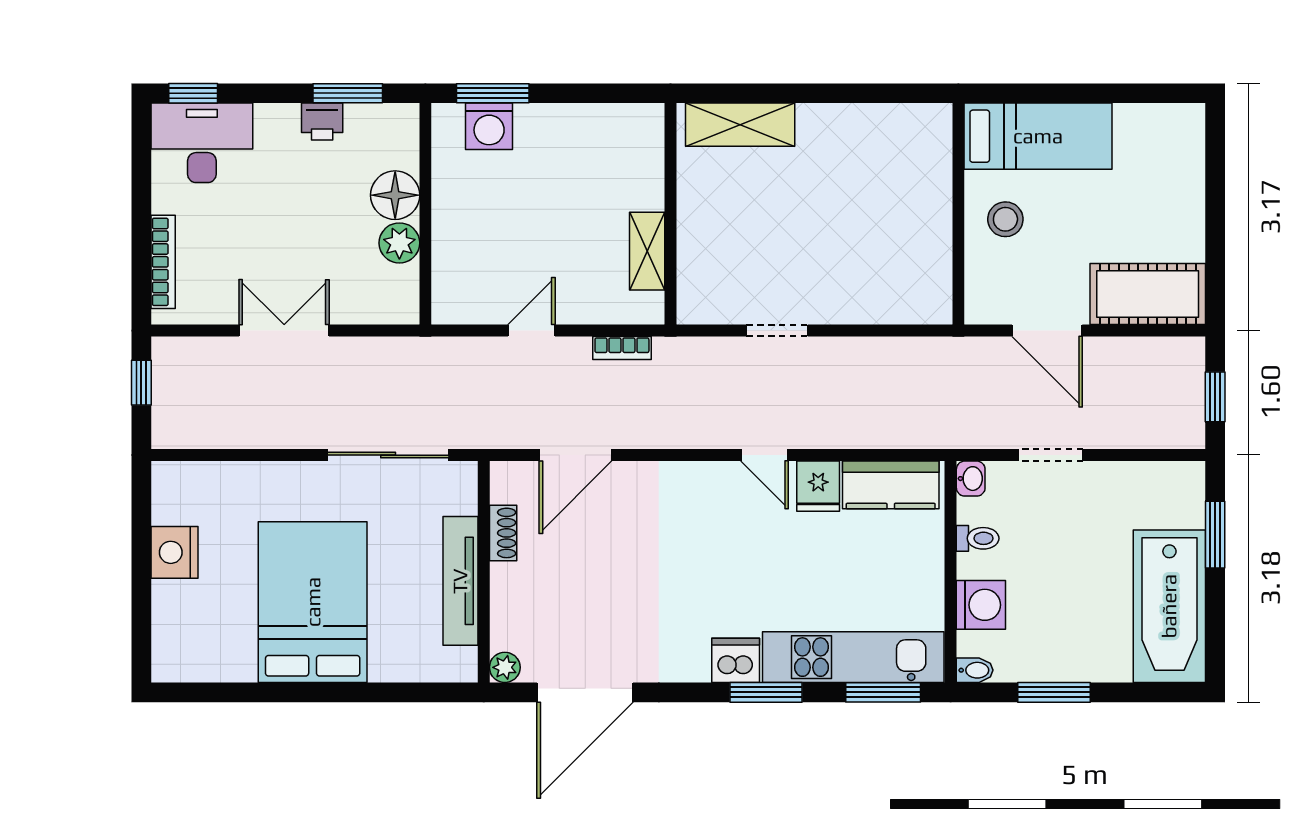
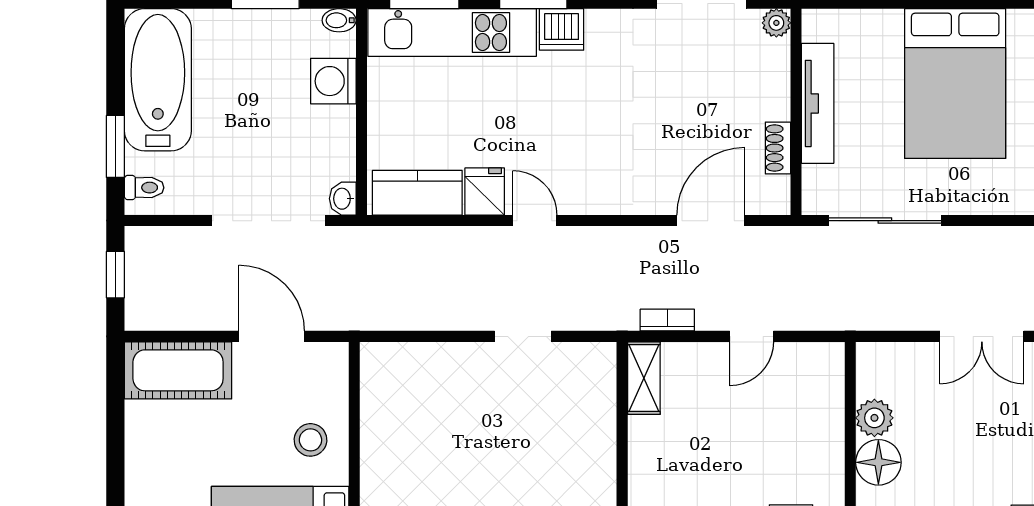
shelving: (647, 251) -> (644, 378), moved
doorway: (1051, 455) -> (268, 221), width x1.87
toilet: (978, 538) -> (144, 188), moved, turned 180

